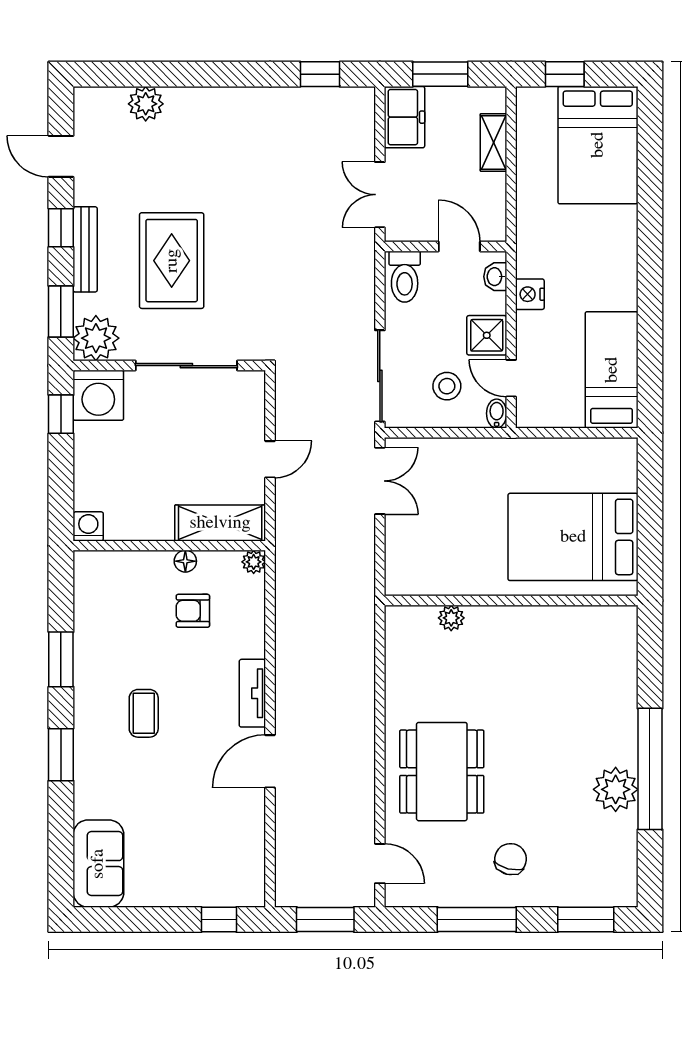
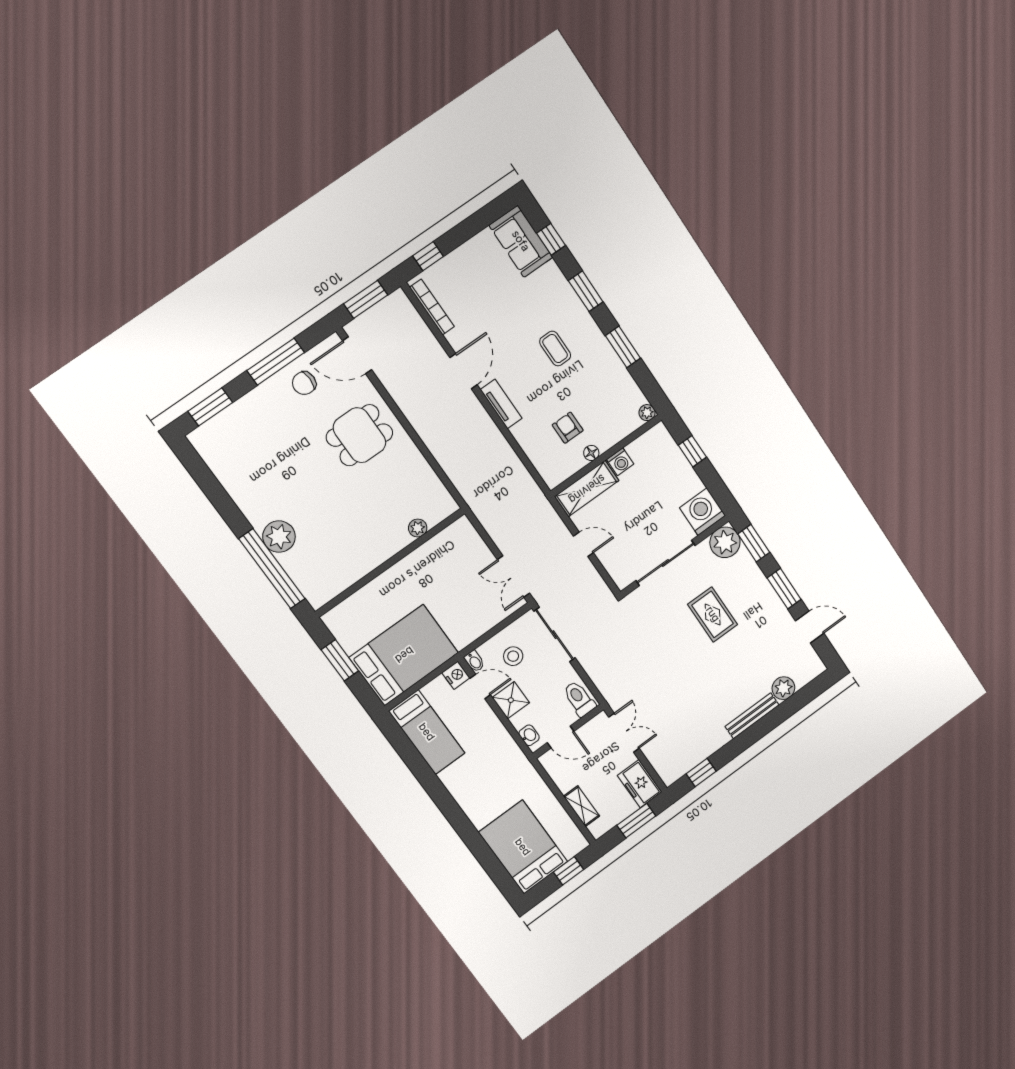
window: (61, 228) -> (784, 589), width x1.50
bench: (85, 249) -> (752, 716), moved, turned 90
rug: (172, 261) -> (713, 614), width x0.73, depth x0.70
nightstand: (530, 294) -> (456, 675), moved
window: (61, 414) -> (692, 451), moved
door: (270, 459) -> (583, 544), swing flipped
washing machine: (88, 526) -> (620, 462), moved
window: (650, 529) -> (340, 660), added
bed: (573, 537) -> (404, 655), moved
plant: (254, 562) -> (647, 413), moved
armchair: (193, 611) -> (568, 428), turned -90
window: (650, 769) -> (272, 569), moved
dining table: (442, 772) -> (359, 435), width x0.73
plant: (616, 789) -> (279, 537), moved
window: (61, 842) -> (551, 239), added
bookcase: (255, 859) -> (432, 307), added
chair: (511, 859) -> (304, 383), moved, turned 76
door: (380, 864) -> (357, 355), width x1.38

